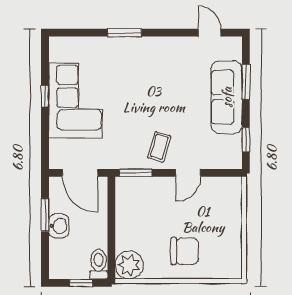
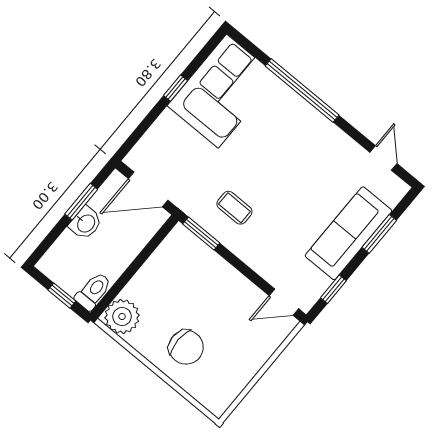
window: (125, 33) -> (302, 90), width x2.11
corner sofa: (76, 100) -> (222, 91), moved
coffee table: (159, 147) -> (234, 208), moved, turned 74
door: (80, 173) -> (148, 189), hinge flipped
door: (188, 173) -> (284, 302), moved

